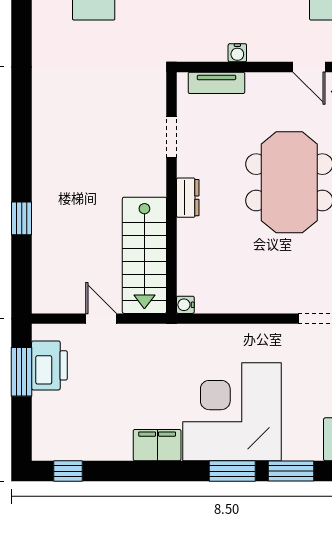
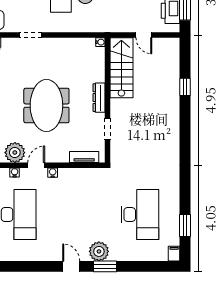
water cooler: (237, 53) -> (53, 173), moved
door: (309, 67) -> (36, 165), hinge flipped
dresser: (188, 198) -> (99, 98), width x1.44

